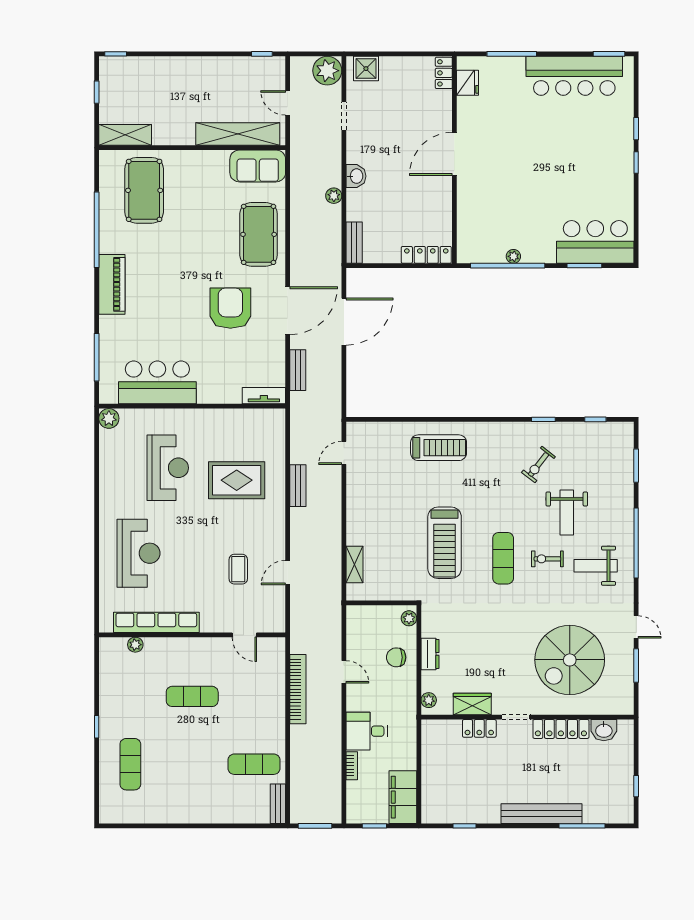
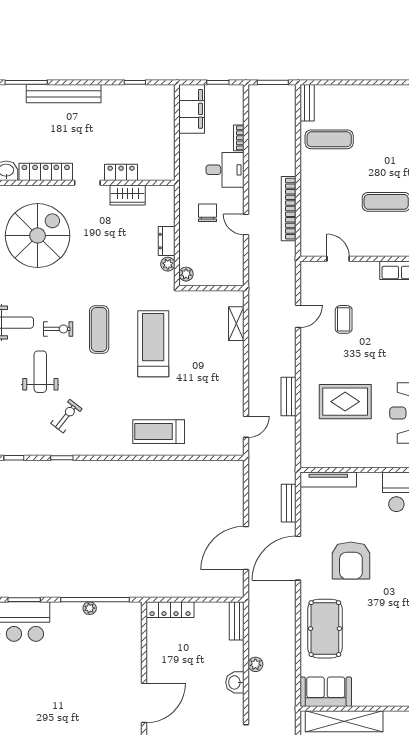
tv unit: (264, 396) -> (328, 480), width x1.41
chair: (396, 657) -> (207, 213), moved, turned -90
plant: (429, 700) -> (168, 264), moved

